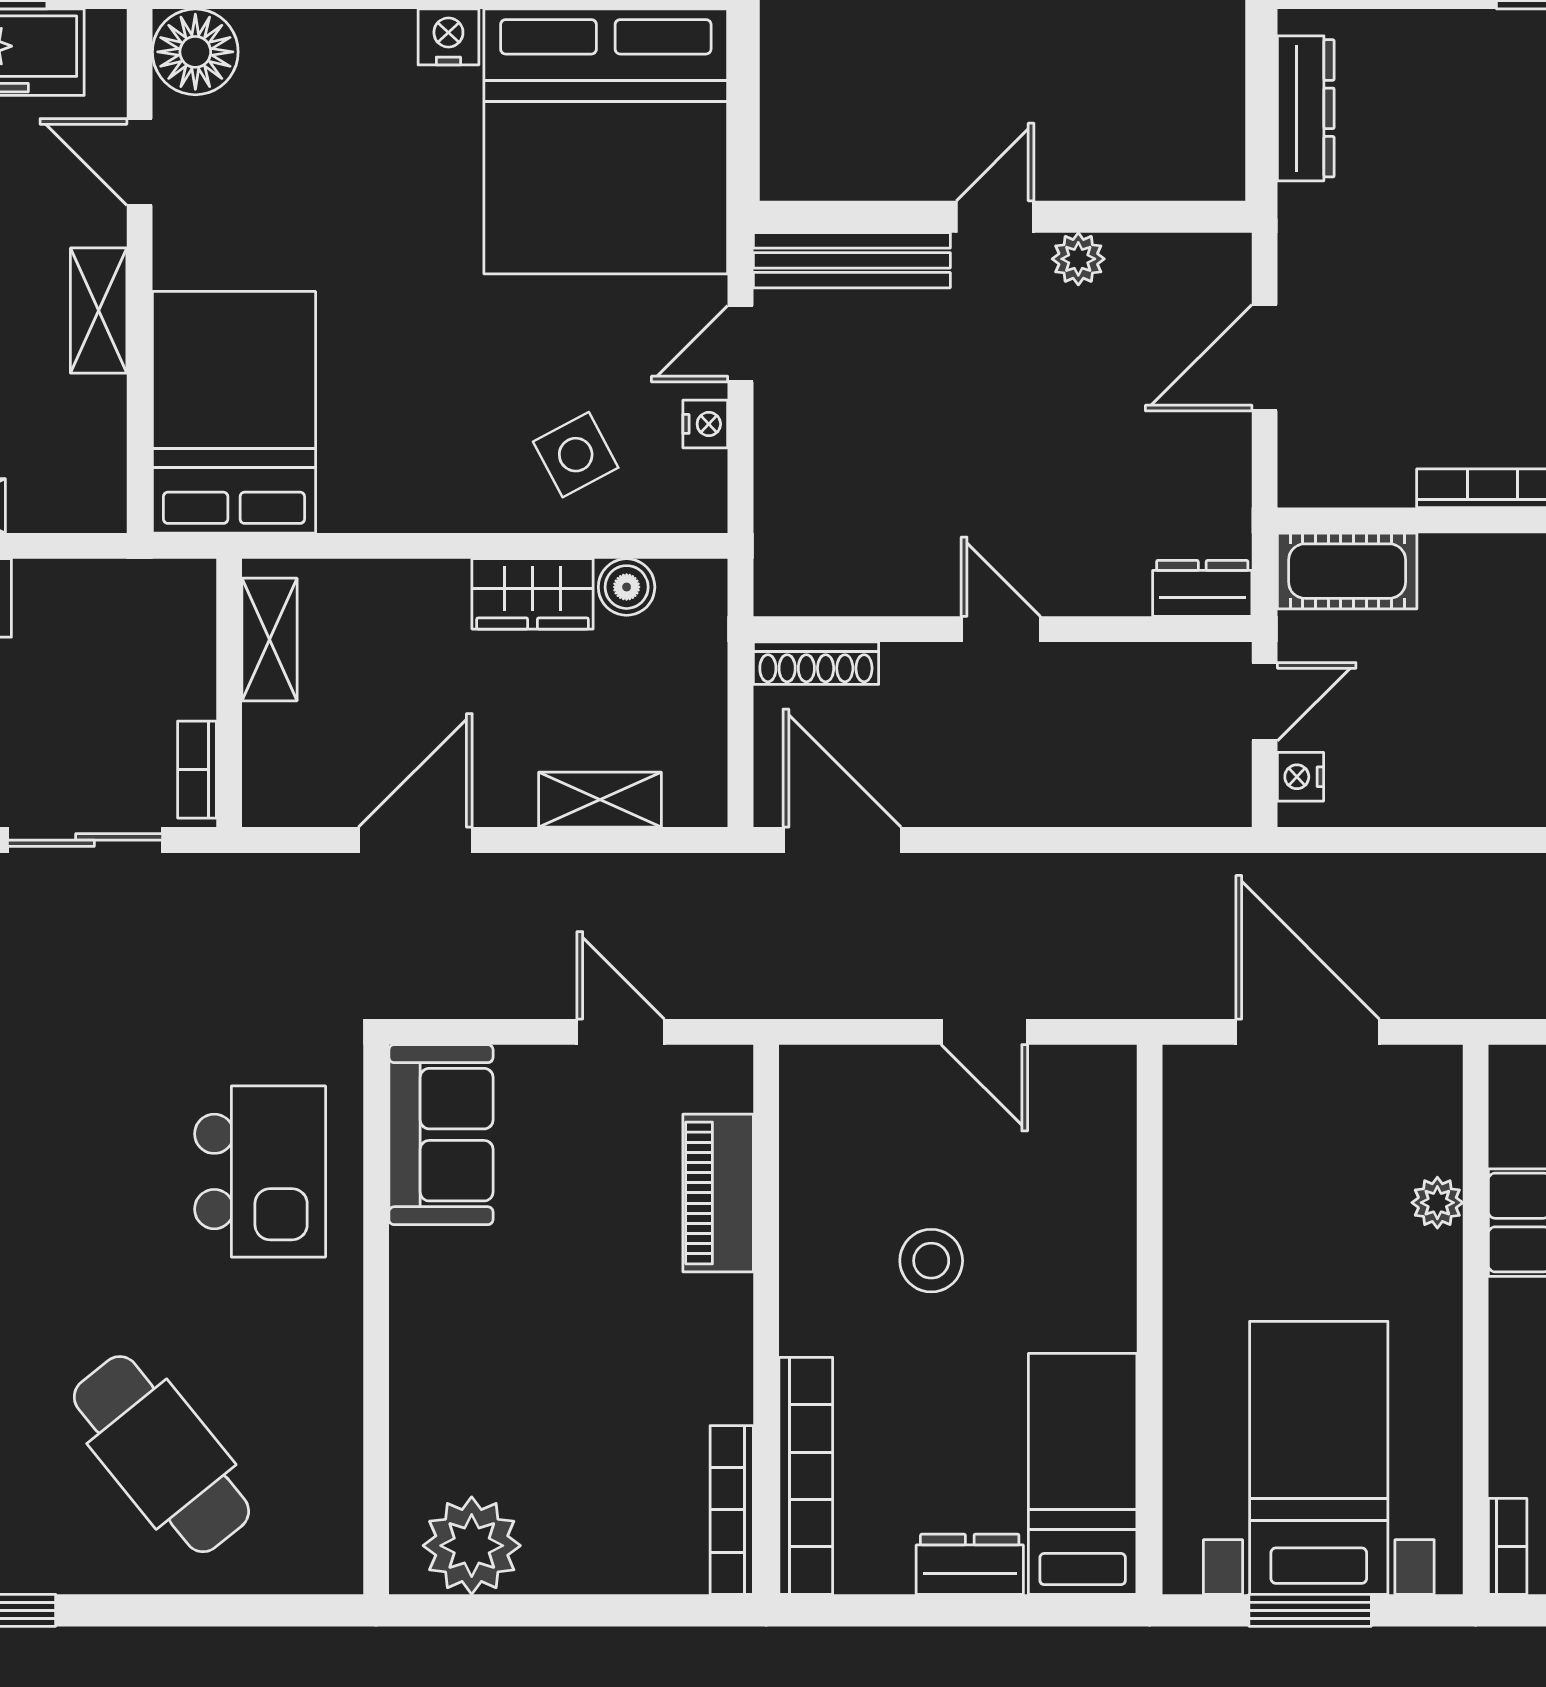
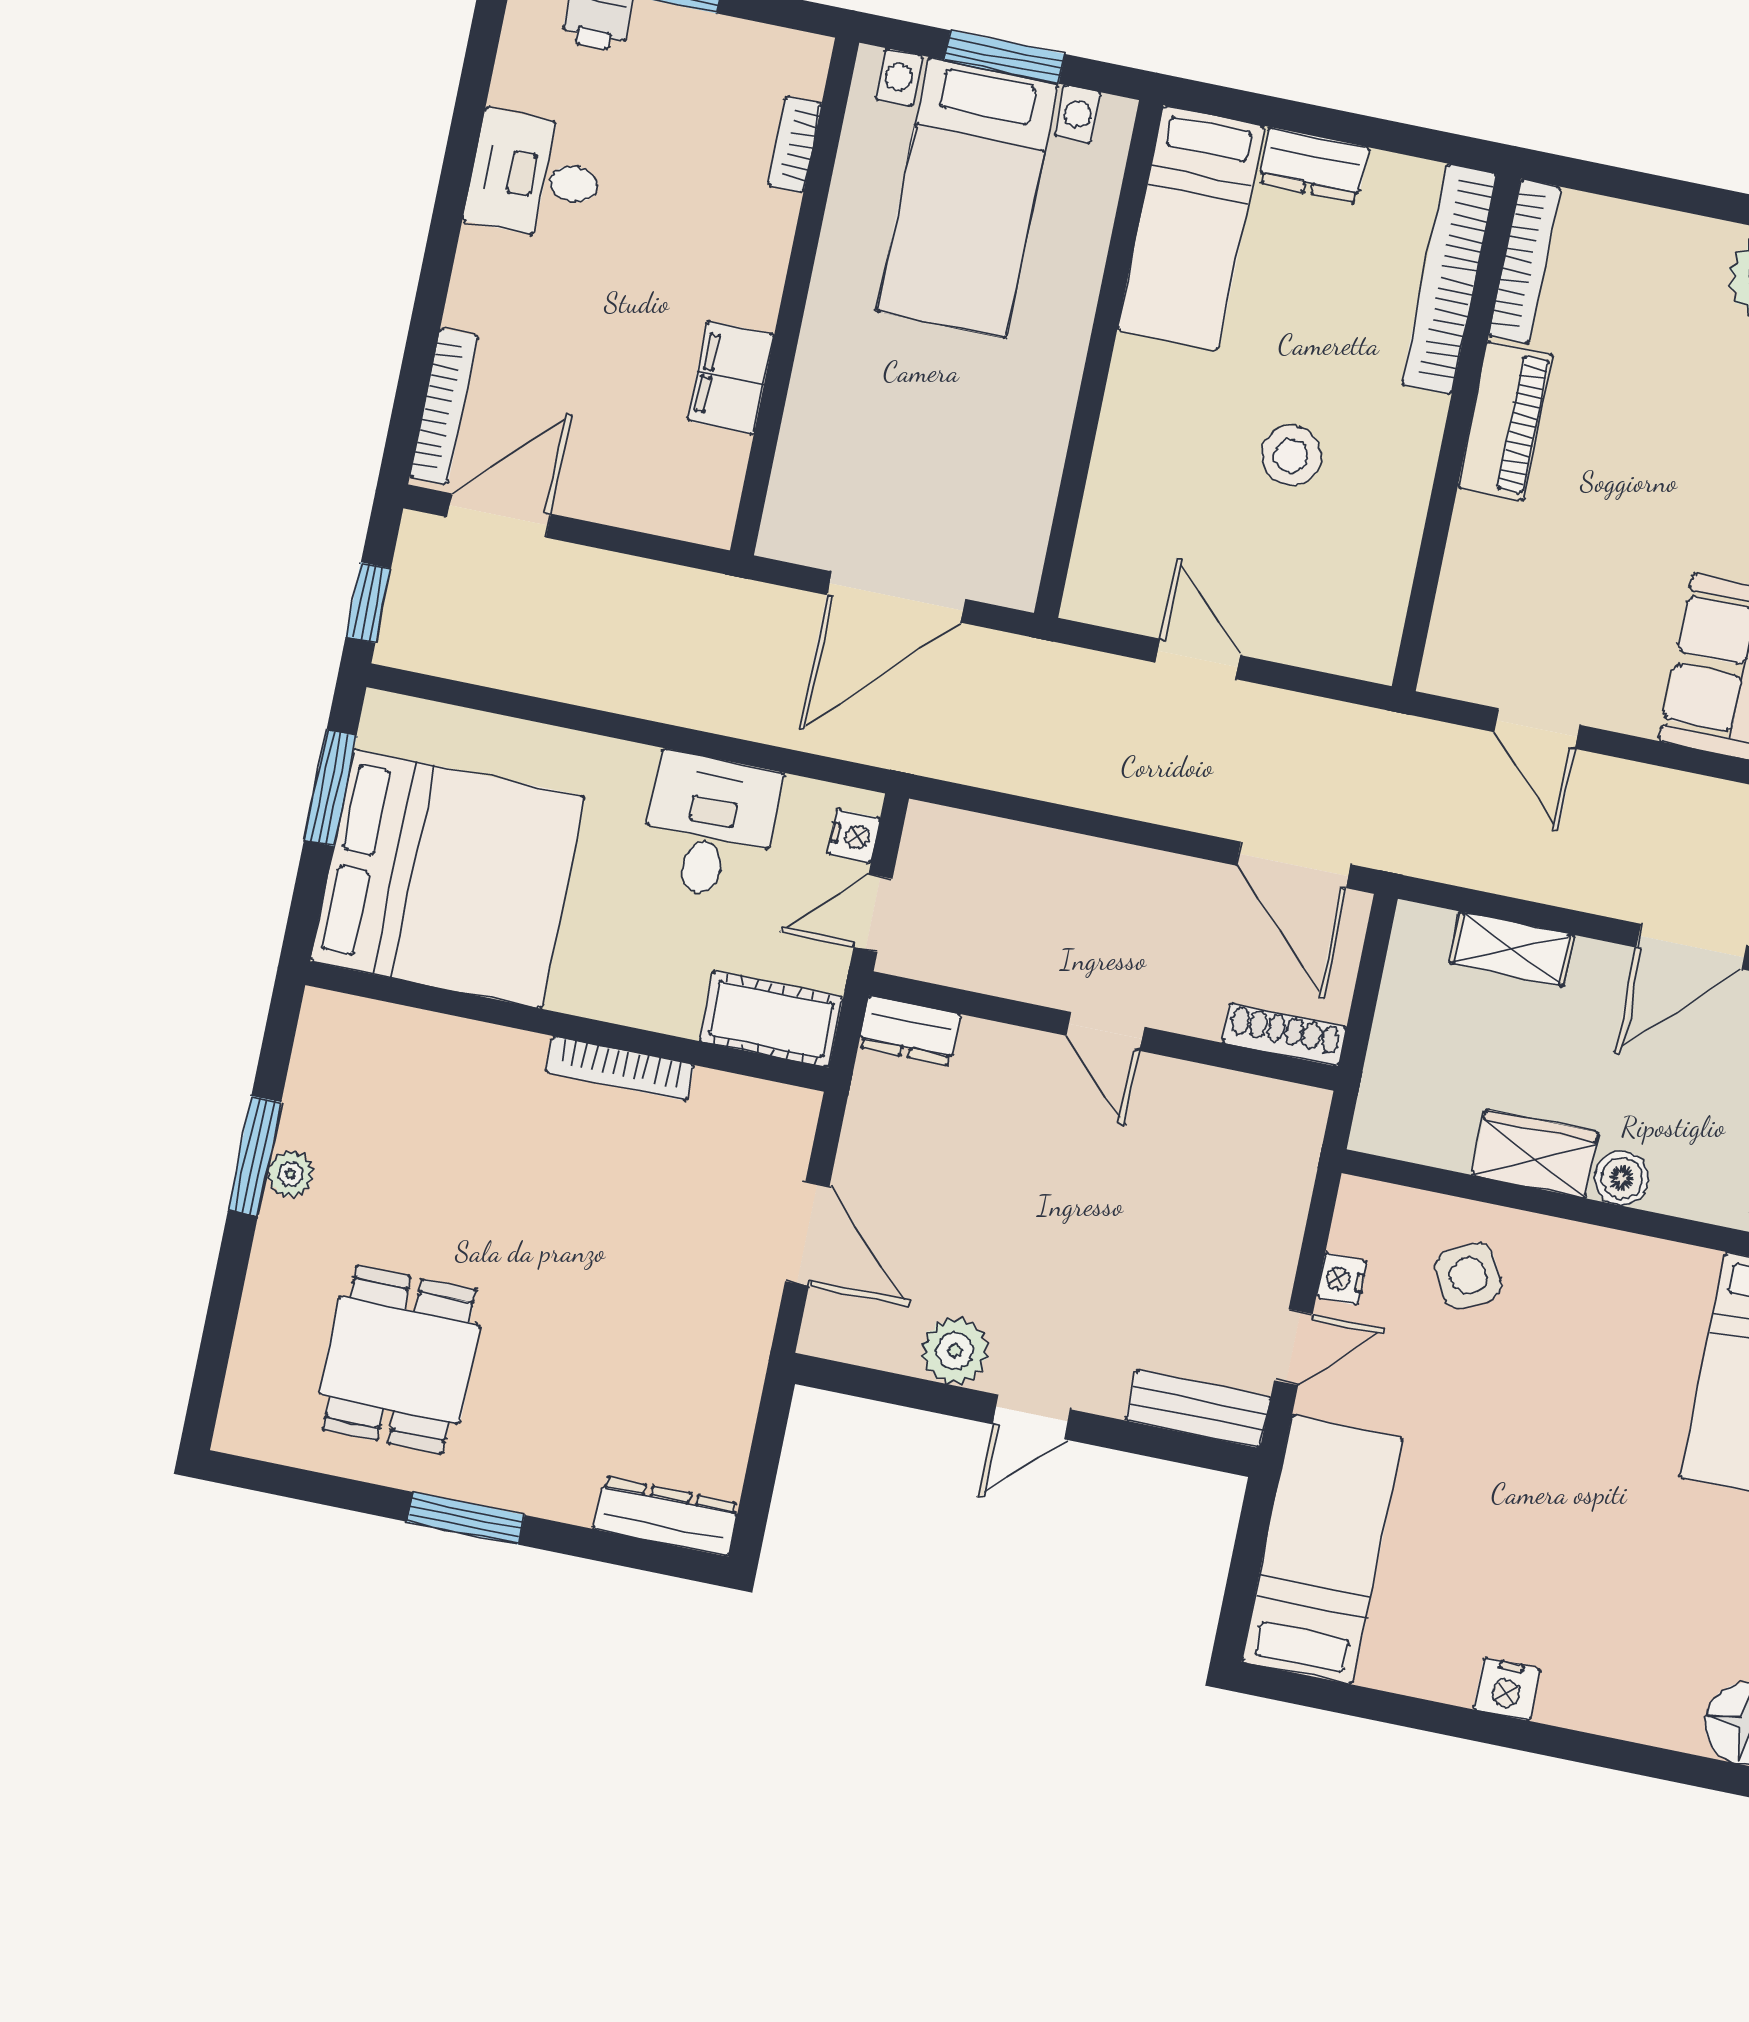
dresser: (1306, 108) -> (666, 1516), moved, turned 90
bed: (606, 141) -> (1322, 1550), width x0.49
plant: (1078, 259) -> (955, 1351), width x1.38, depth x1.38
bench: (852, 260) -> (1198, 1409), width x0.73
door: (1265, 358) -> (807, 1234), hinge flipped
boiler: (627, 587) -> (1622, 1178), moved
desk: (1451, 757) -> (710, 826), added
door: (1308, 1032) -> (896, 597), hinge flipped
piano: (718, 1193) -> (1505, 421), moved
plant: (1437, 1203) -> (808, 413), removed
bookcase: (1508, 1546) -> (795, 144), moved

